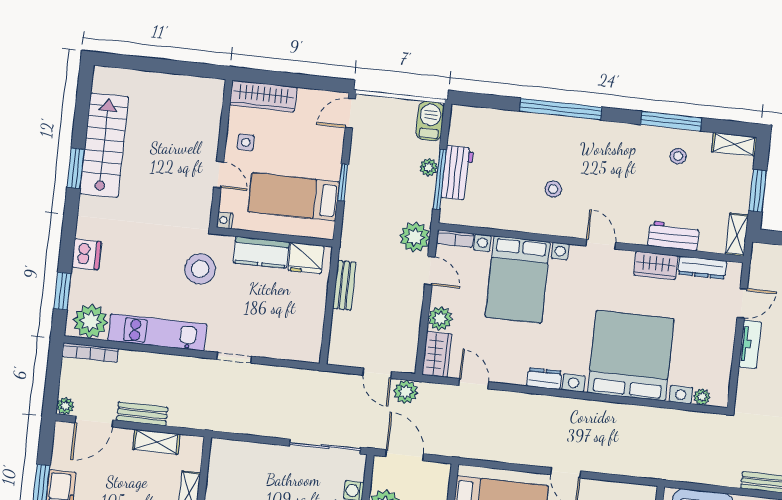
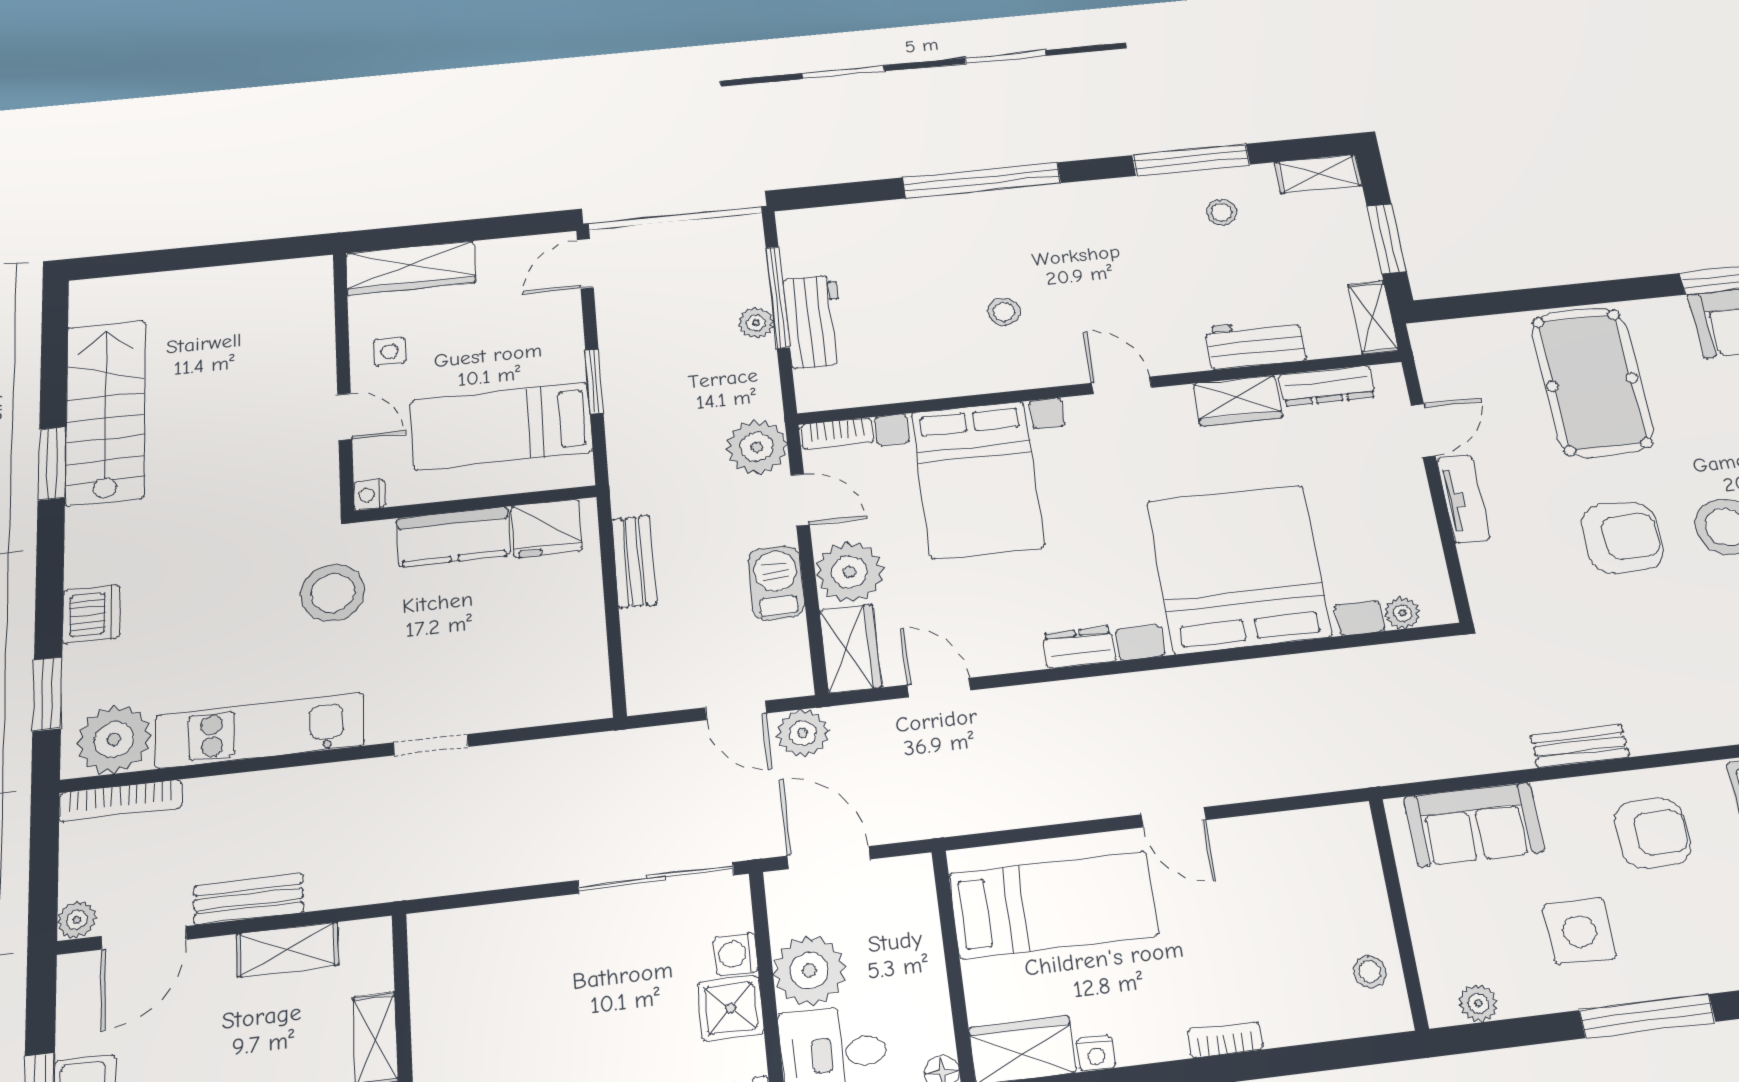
barbecue: (430, 121) -> (776, 583), moved
window: (440, 179) -> (778, 297), moved
plant: (440, 318) -> (849, 572), width x1.36, depth x1.36

